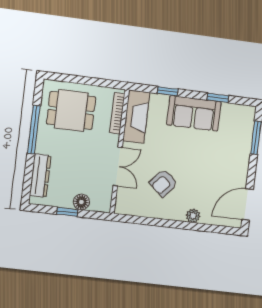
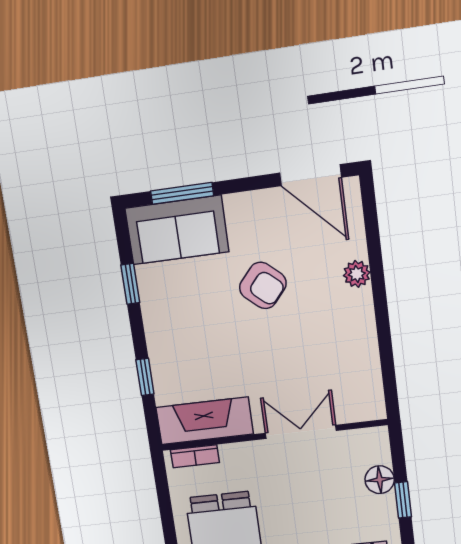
bookcase: (117, 113) -> (195, 456), width x0.64
sofa: (194, 113) -> (177, 230), moved, turned 90
armchair: (163, 183) -> (263, 285), moved

